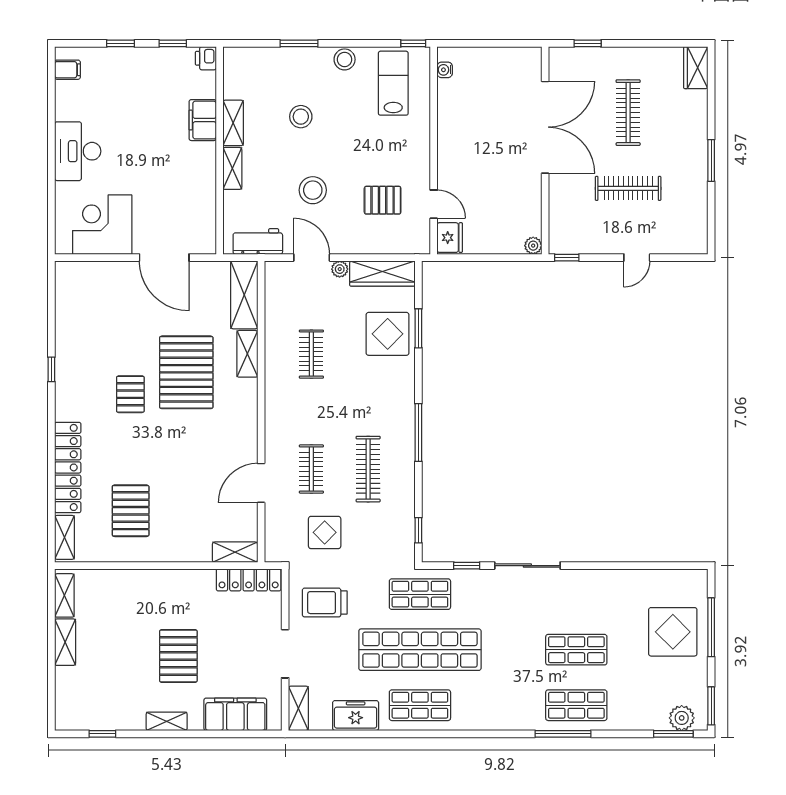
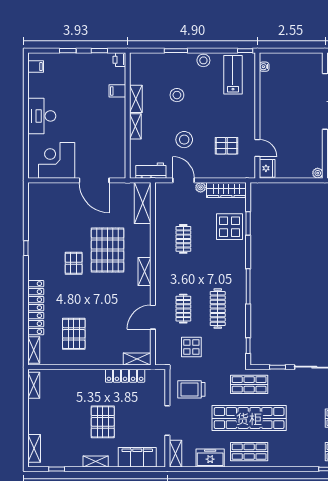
filing cabinet: (203, 120) -> (117, 91), width x0.50
shelving: (247, 354) -> (145, 272), moved
locker: (249, 580) -> (125, 376), moved
shelving: (65, 642) -> (34, 448), moved

